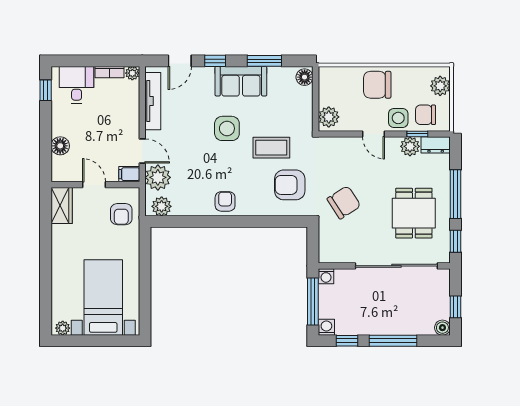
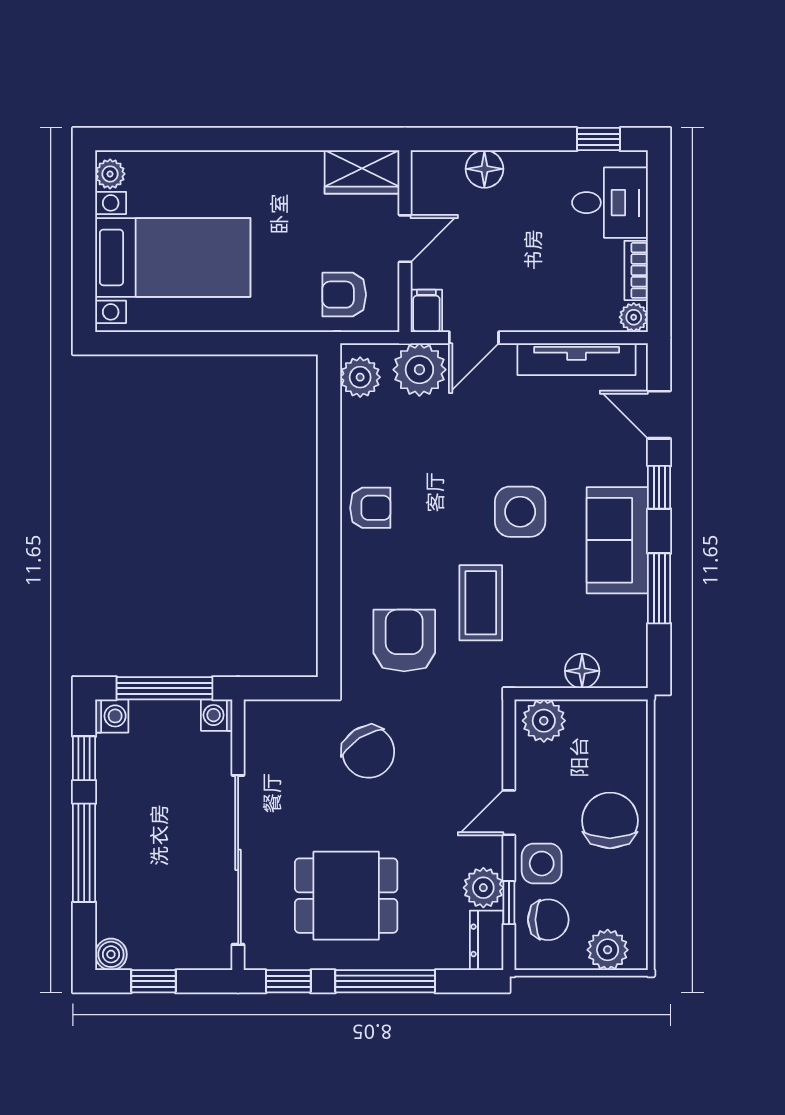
floor lamp: (305, 77) -> (582, 671), moved
chair: (426, 115) -> (548, 920), turned 90

